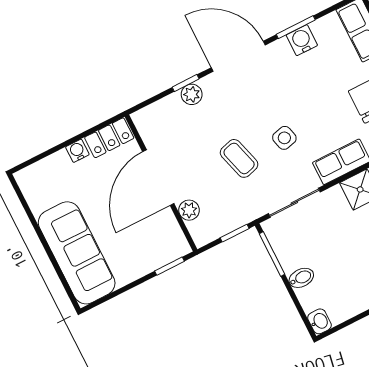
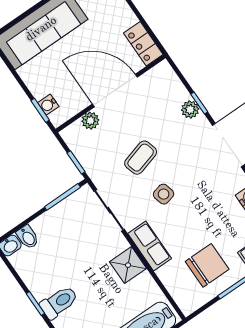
water cooler: (77, 151) -> (48, 105), moved, turned 180
bidet: (301, 278) -> (28, 237), moved

